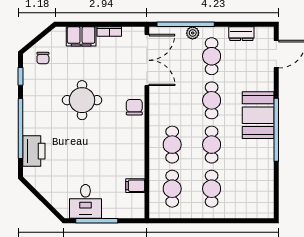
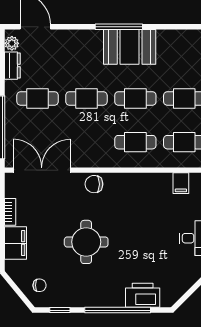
plant: (193, 33) -> (12, 43), moved
booth: (258, 115) -> (130, 47), moved
window: (276, 130) -> (119, 27), width x0.68

